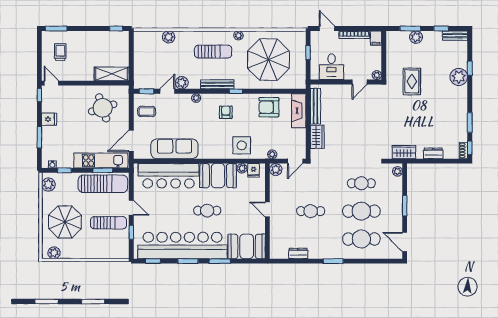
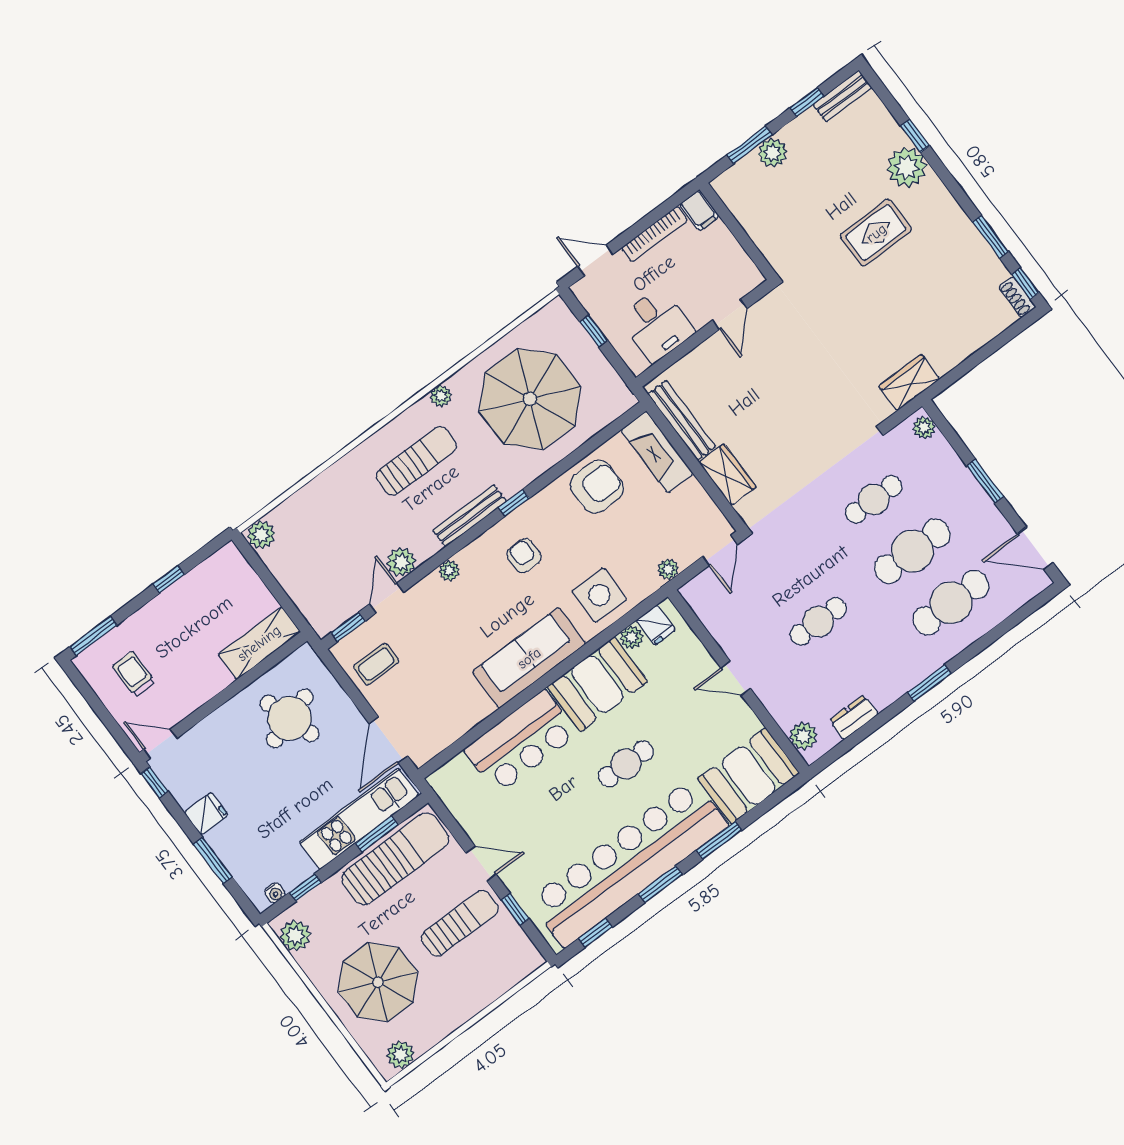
window: (116, 28) -> (169, 579), moved
plant: (169, 37) -> (261, 535), moved
plant: (377, 75) -> (752, 278), removed
rug: (412, 82) -> (876, 233), moved, turned 90
armchair: (269, 107) -> (597, 487), turned 180
sofa: (174, 149) -> (529, 658), moved
dresser: (433, 153) -> (965, 344), removed
plant: (276, 169) -> (803, 736), moved
bar counter: (169, 176) -> (521, 742), width x0.73

